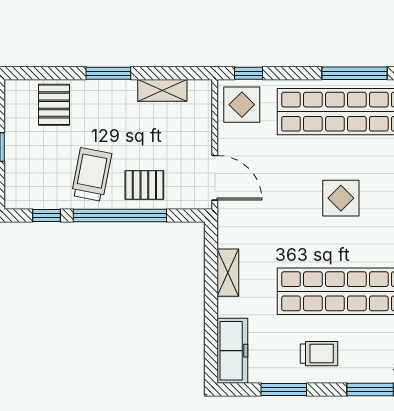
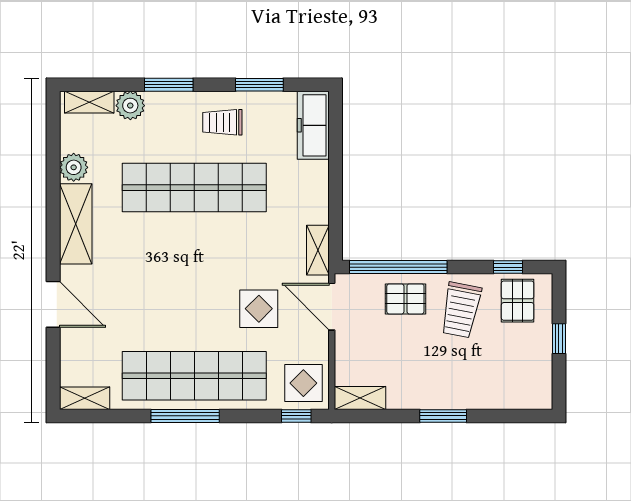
shelving: (162, 90) -> (360, 398), moved
pallet: (54, 105) -> (518, 301), moved
display table: (341, 198) -> (259, 309), moved
window: (120, 215) -> (398, 267), moved
shelving: (228, 273) -> (318, 250), moved

